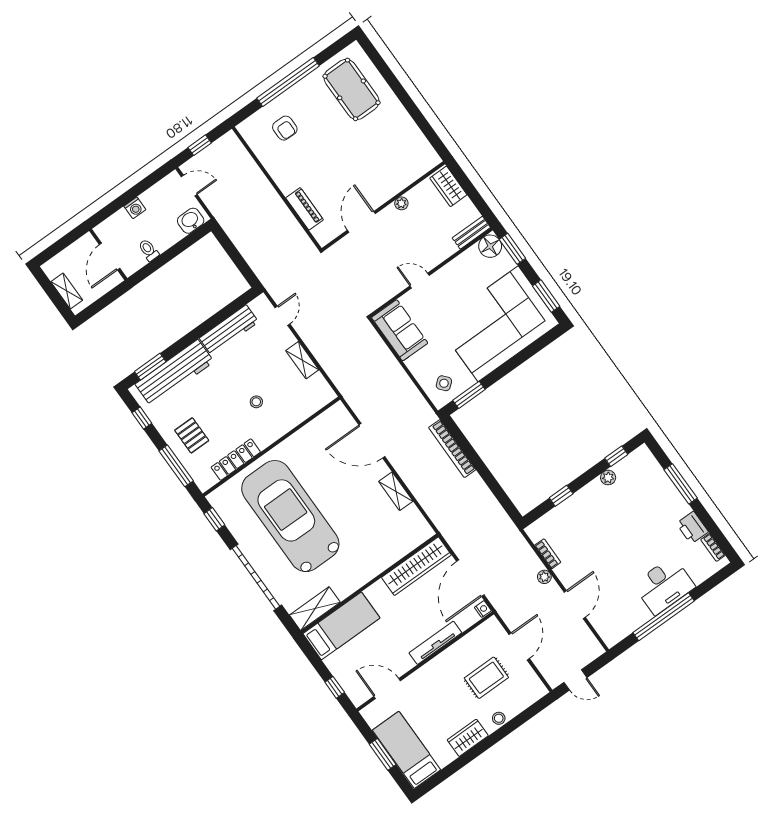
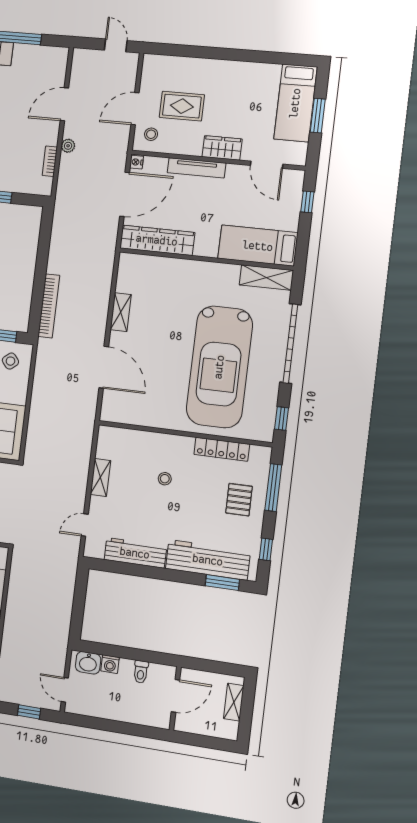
washing machine: (135, 208) -> (110, 664), moved, turned 180
stool: (499, 718) -> (151, 134), moved
wardrobe: (468, 738) -> (222, 148), moved, turned 180

